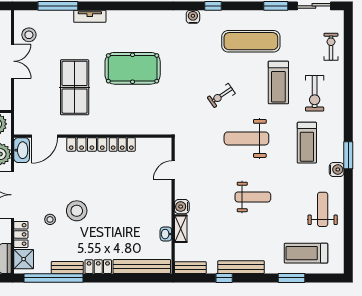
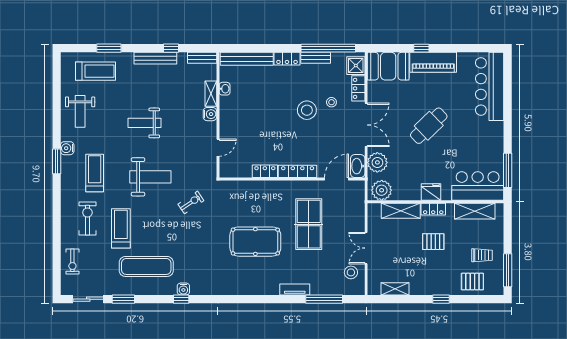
water cooler: (193, 17) -> (183, 289), moved
exercise bike: (221, 95) -> (191, 202), moved

